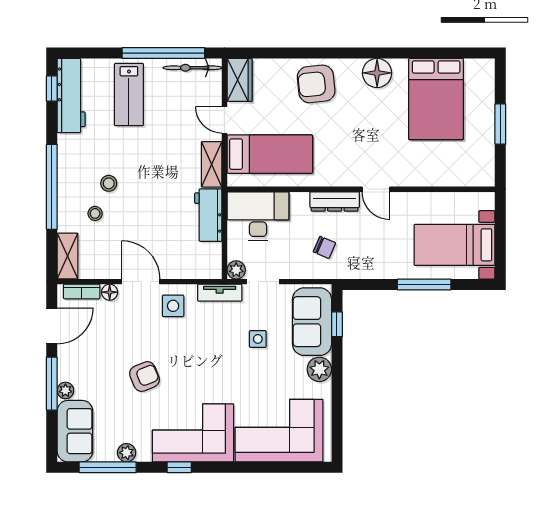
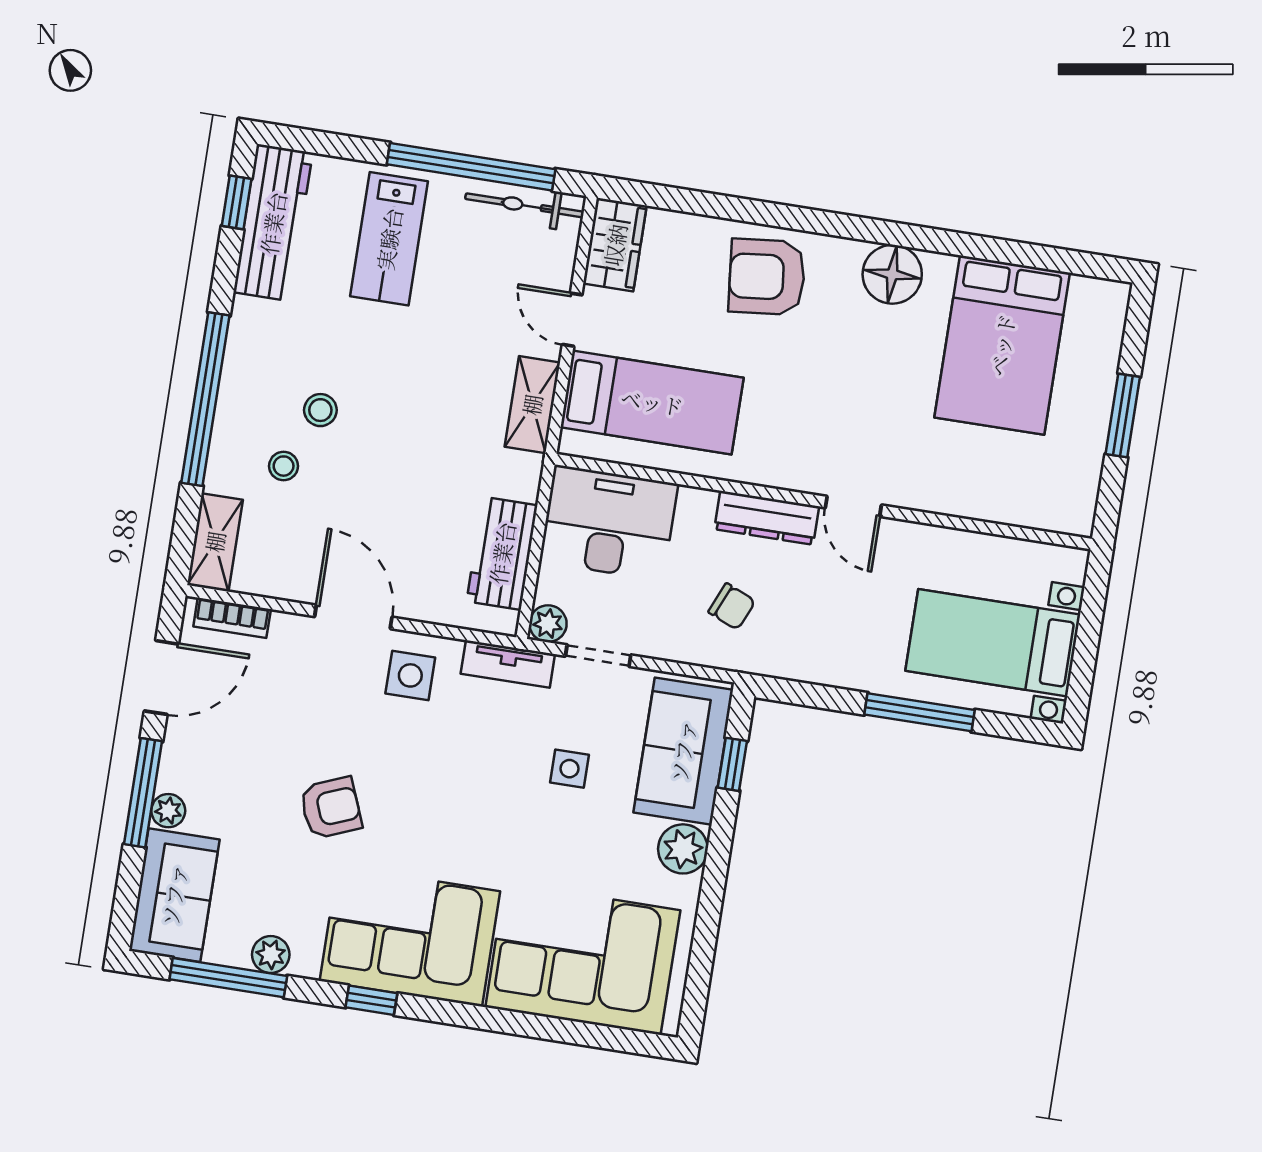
workbench: (208, 215) -> (502, 553), moved
floor lamp: (110, 292) -> (288, 628), removed

